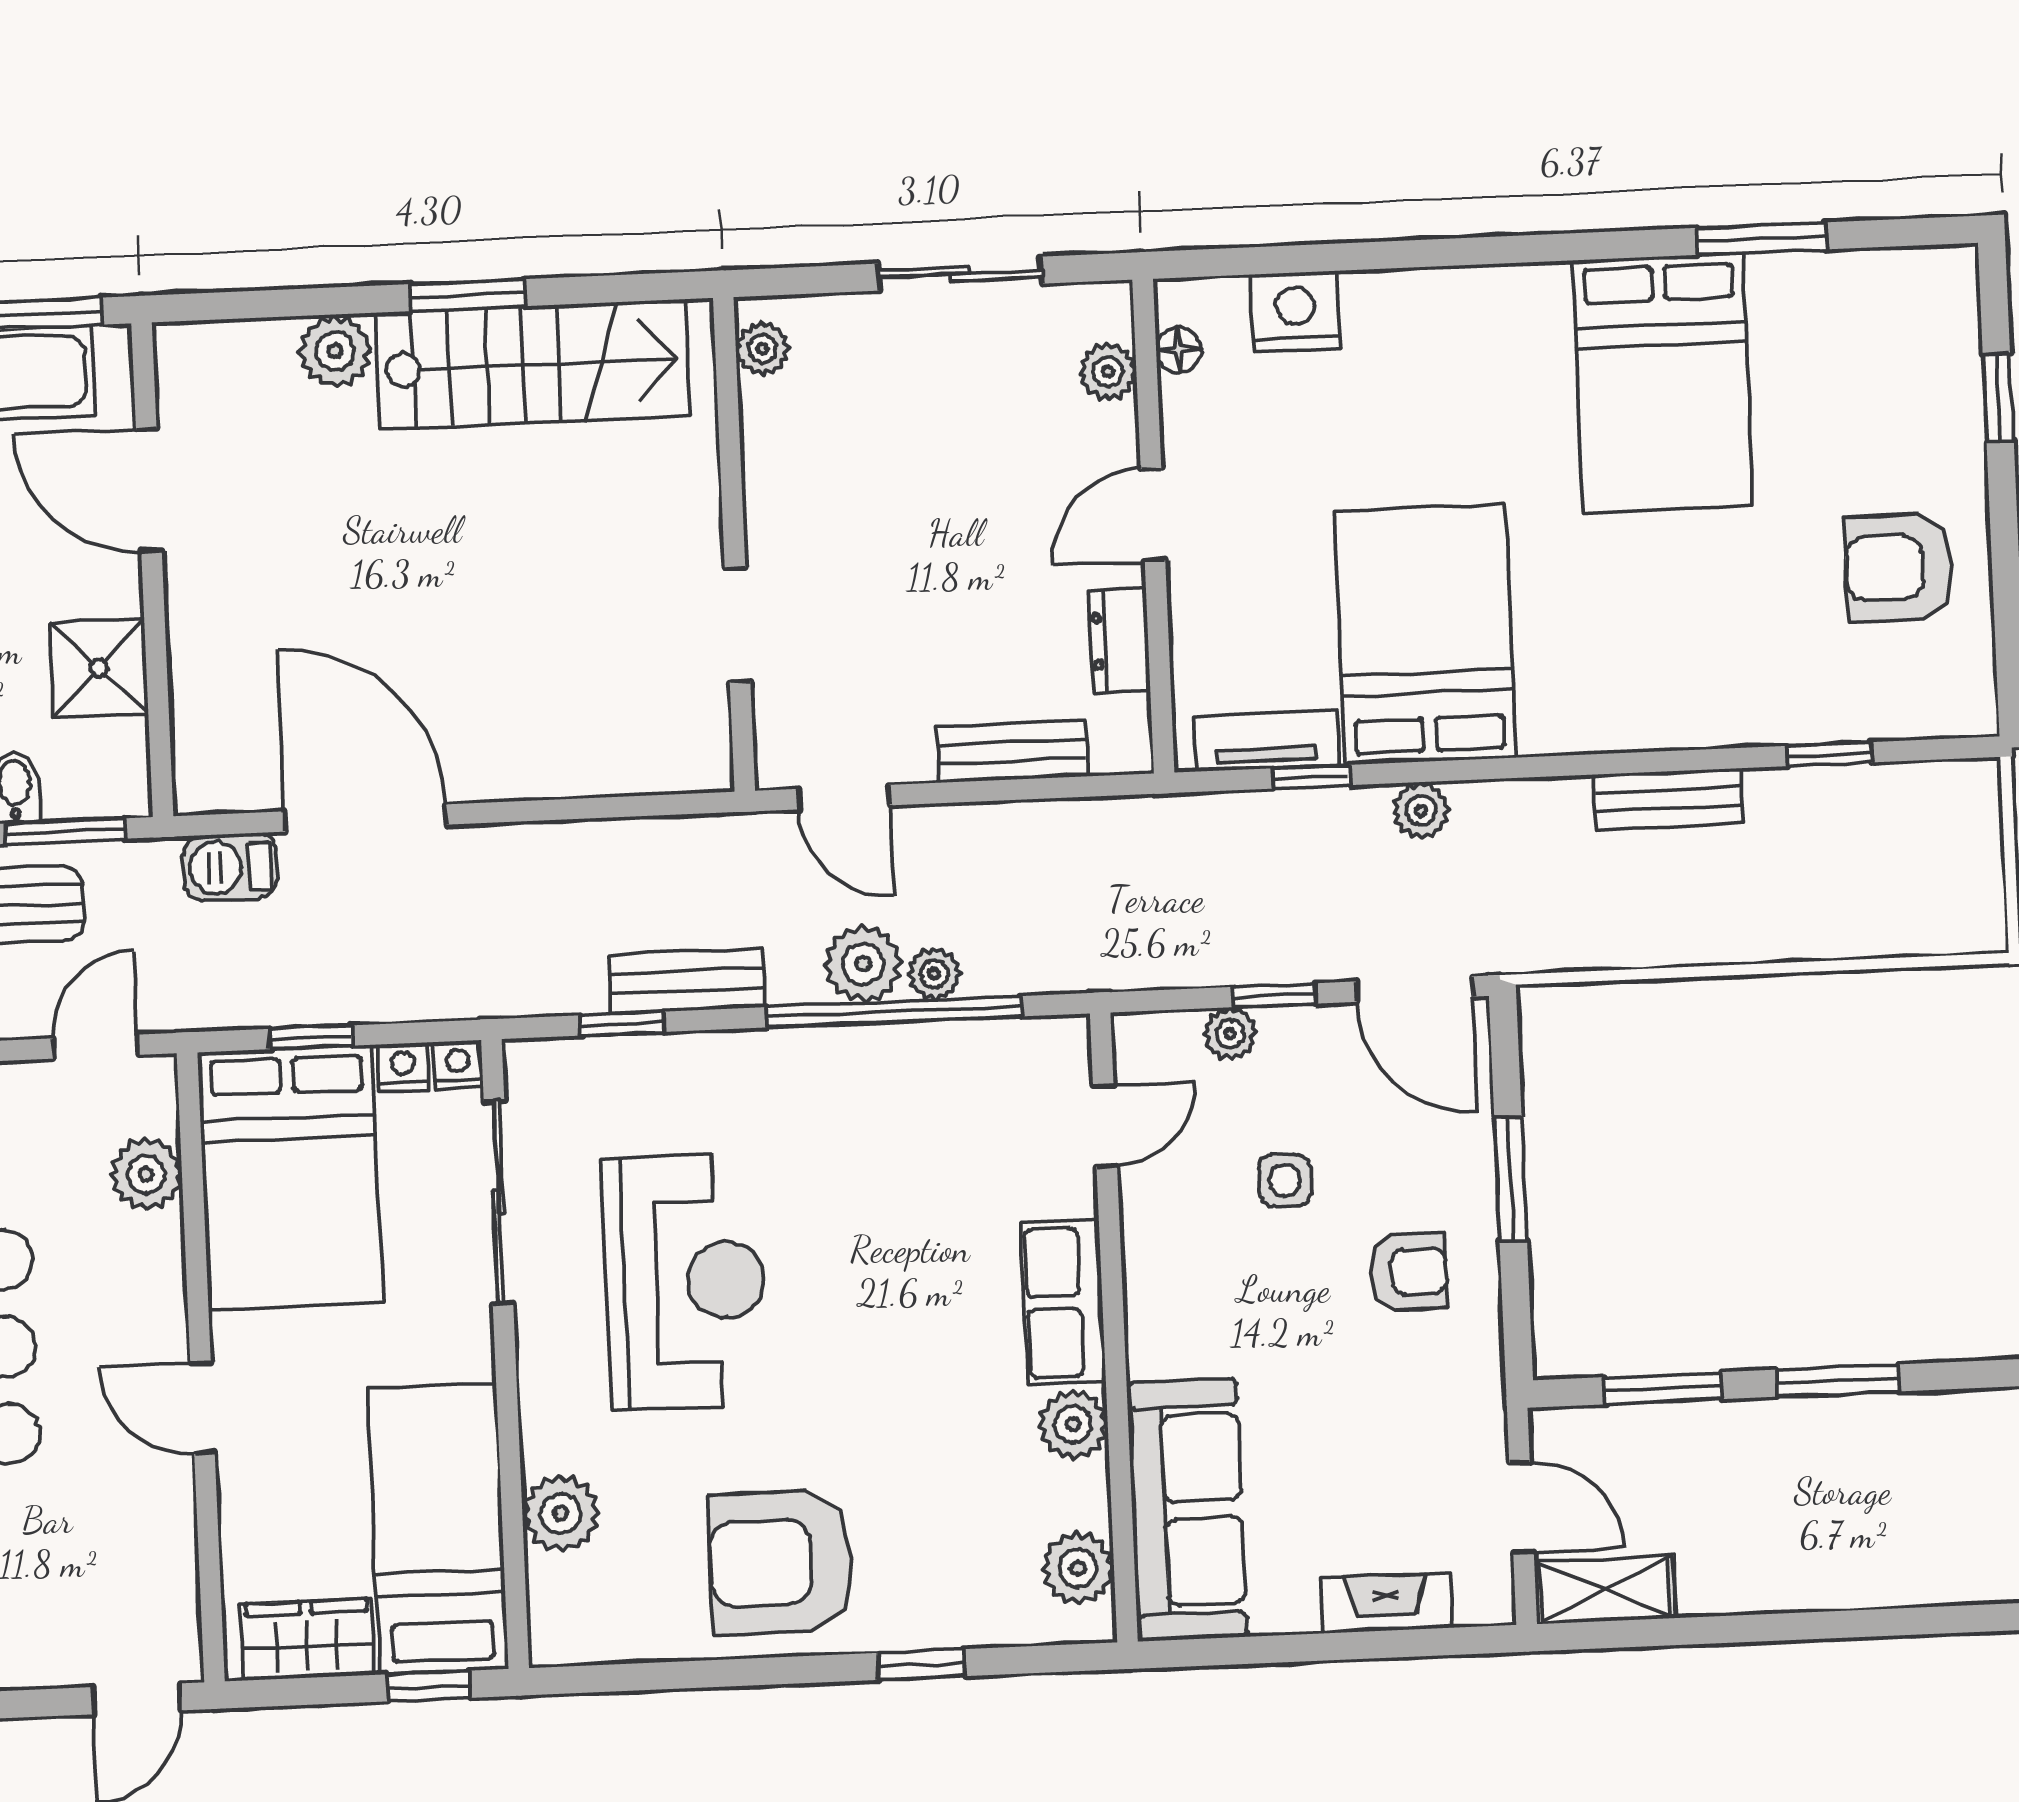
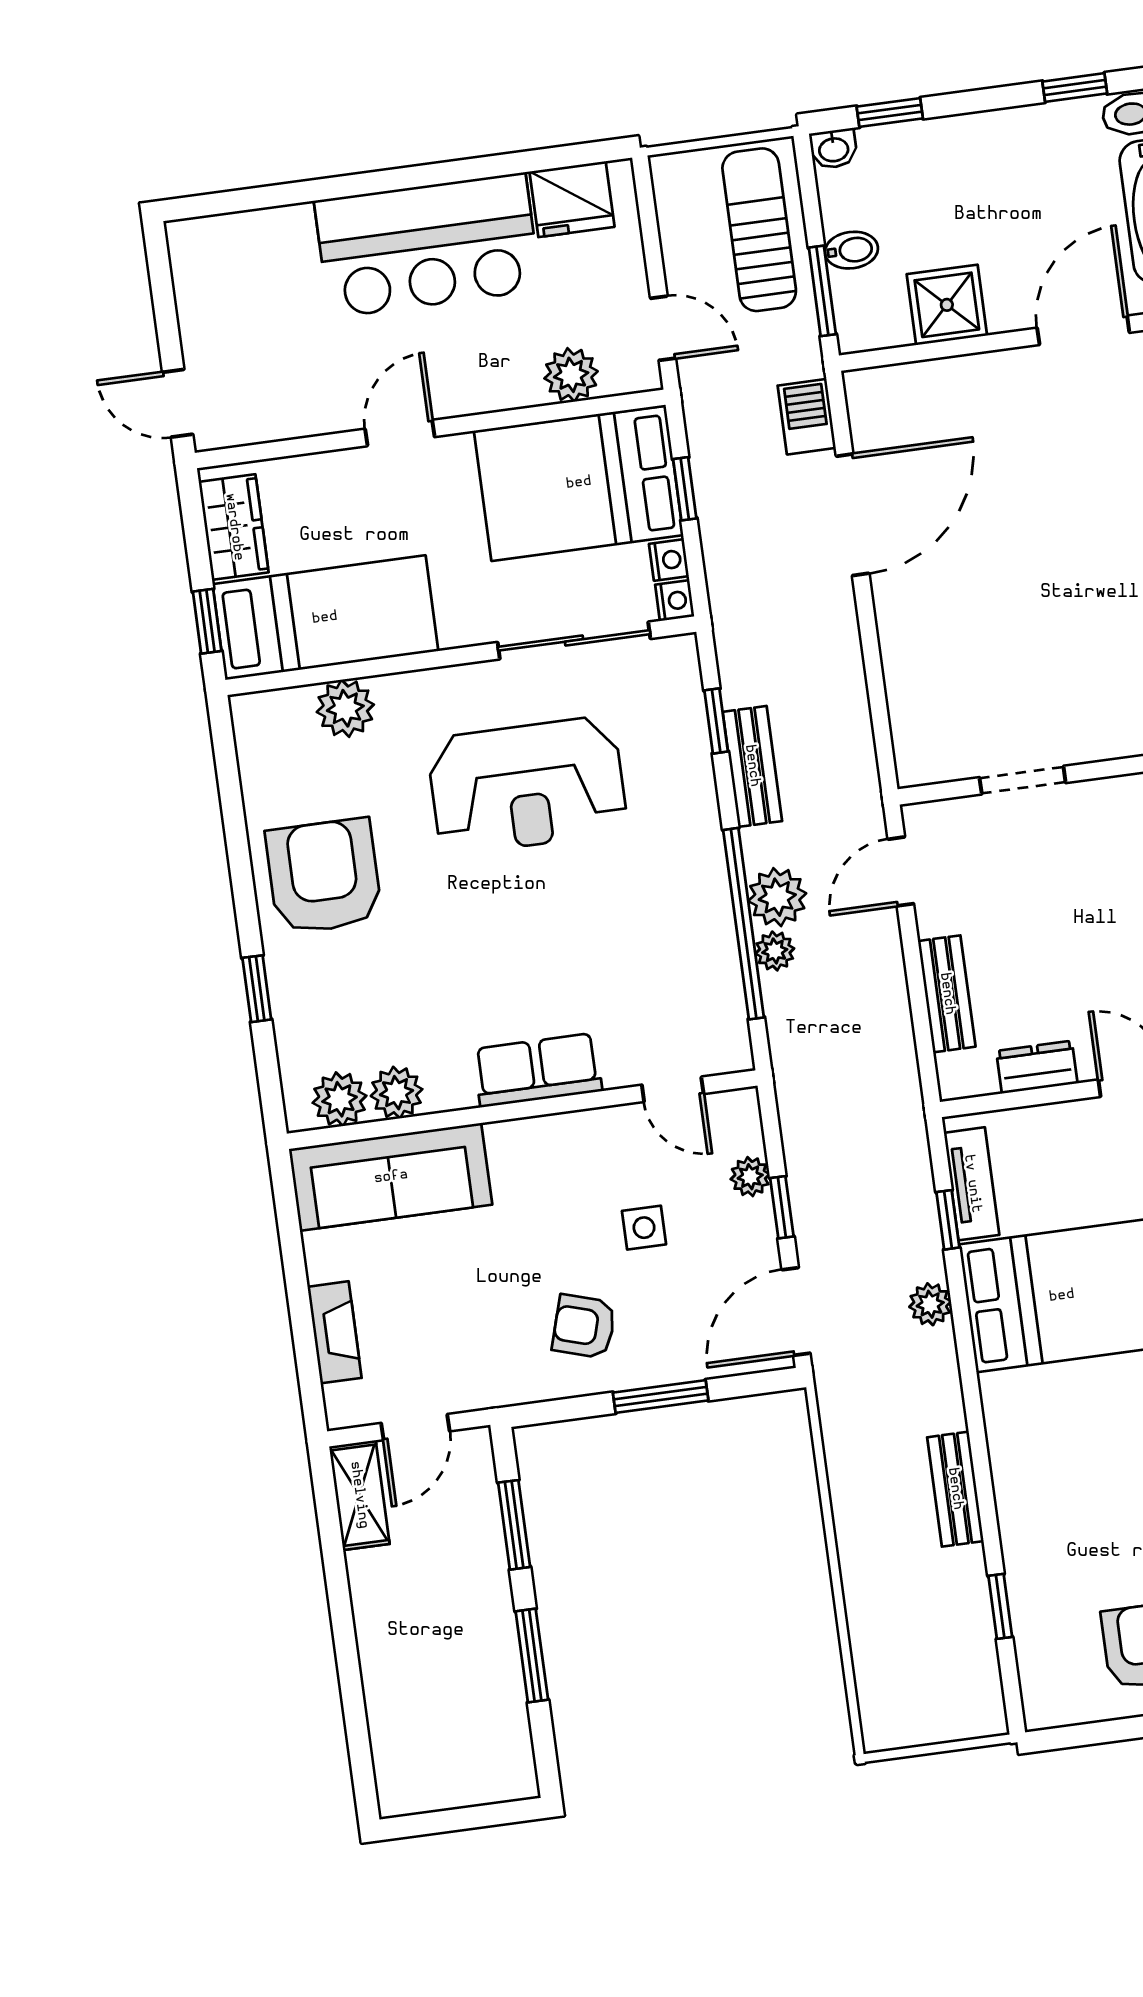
armchair: (1408, 1272) -> (584, 1326), turned 107
plant: (1073, 1424) -> (397, 1093), moved

